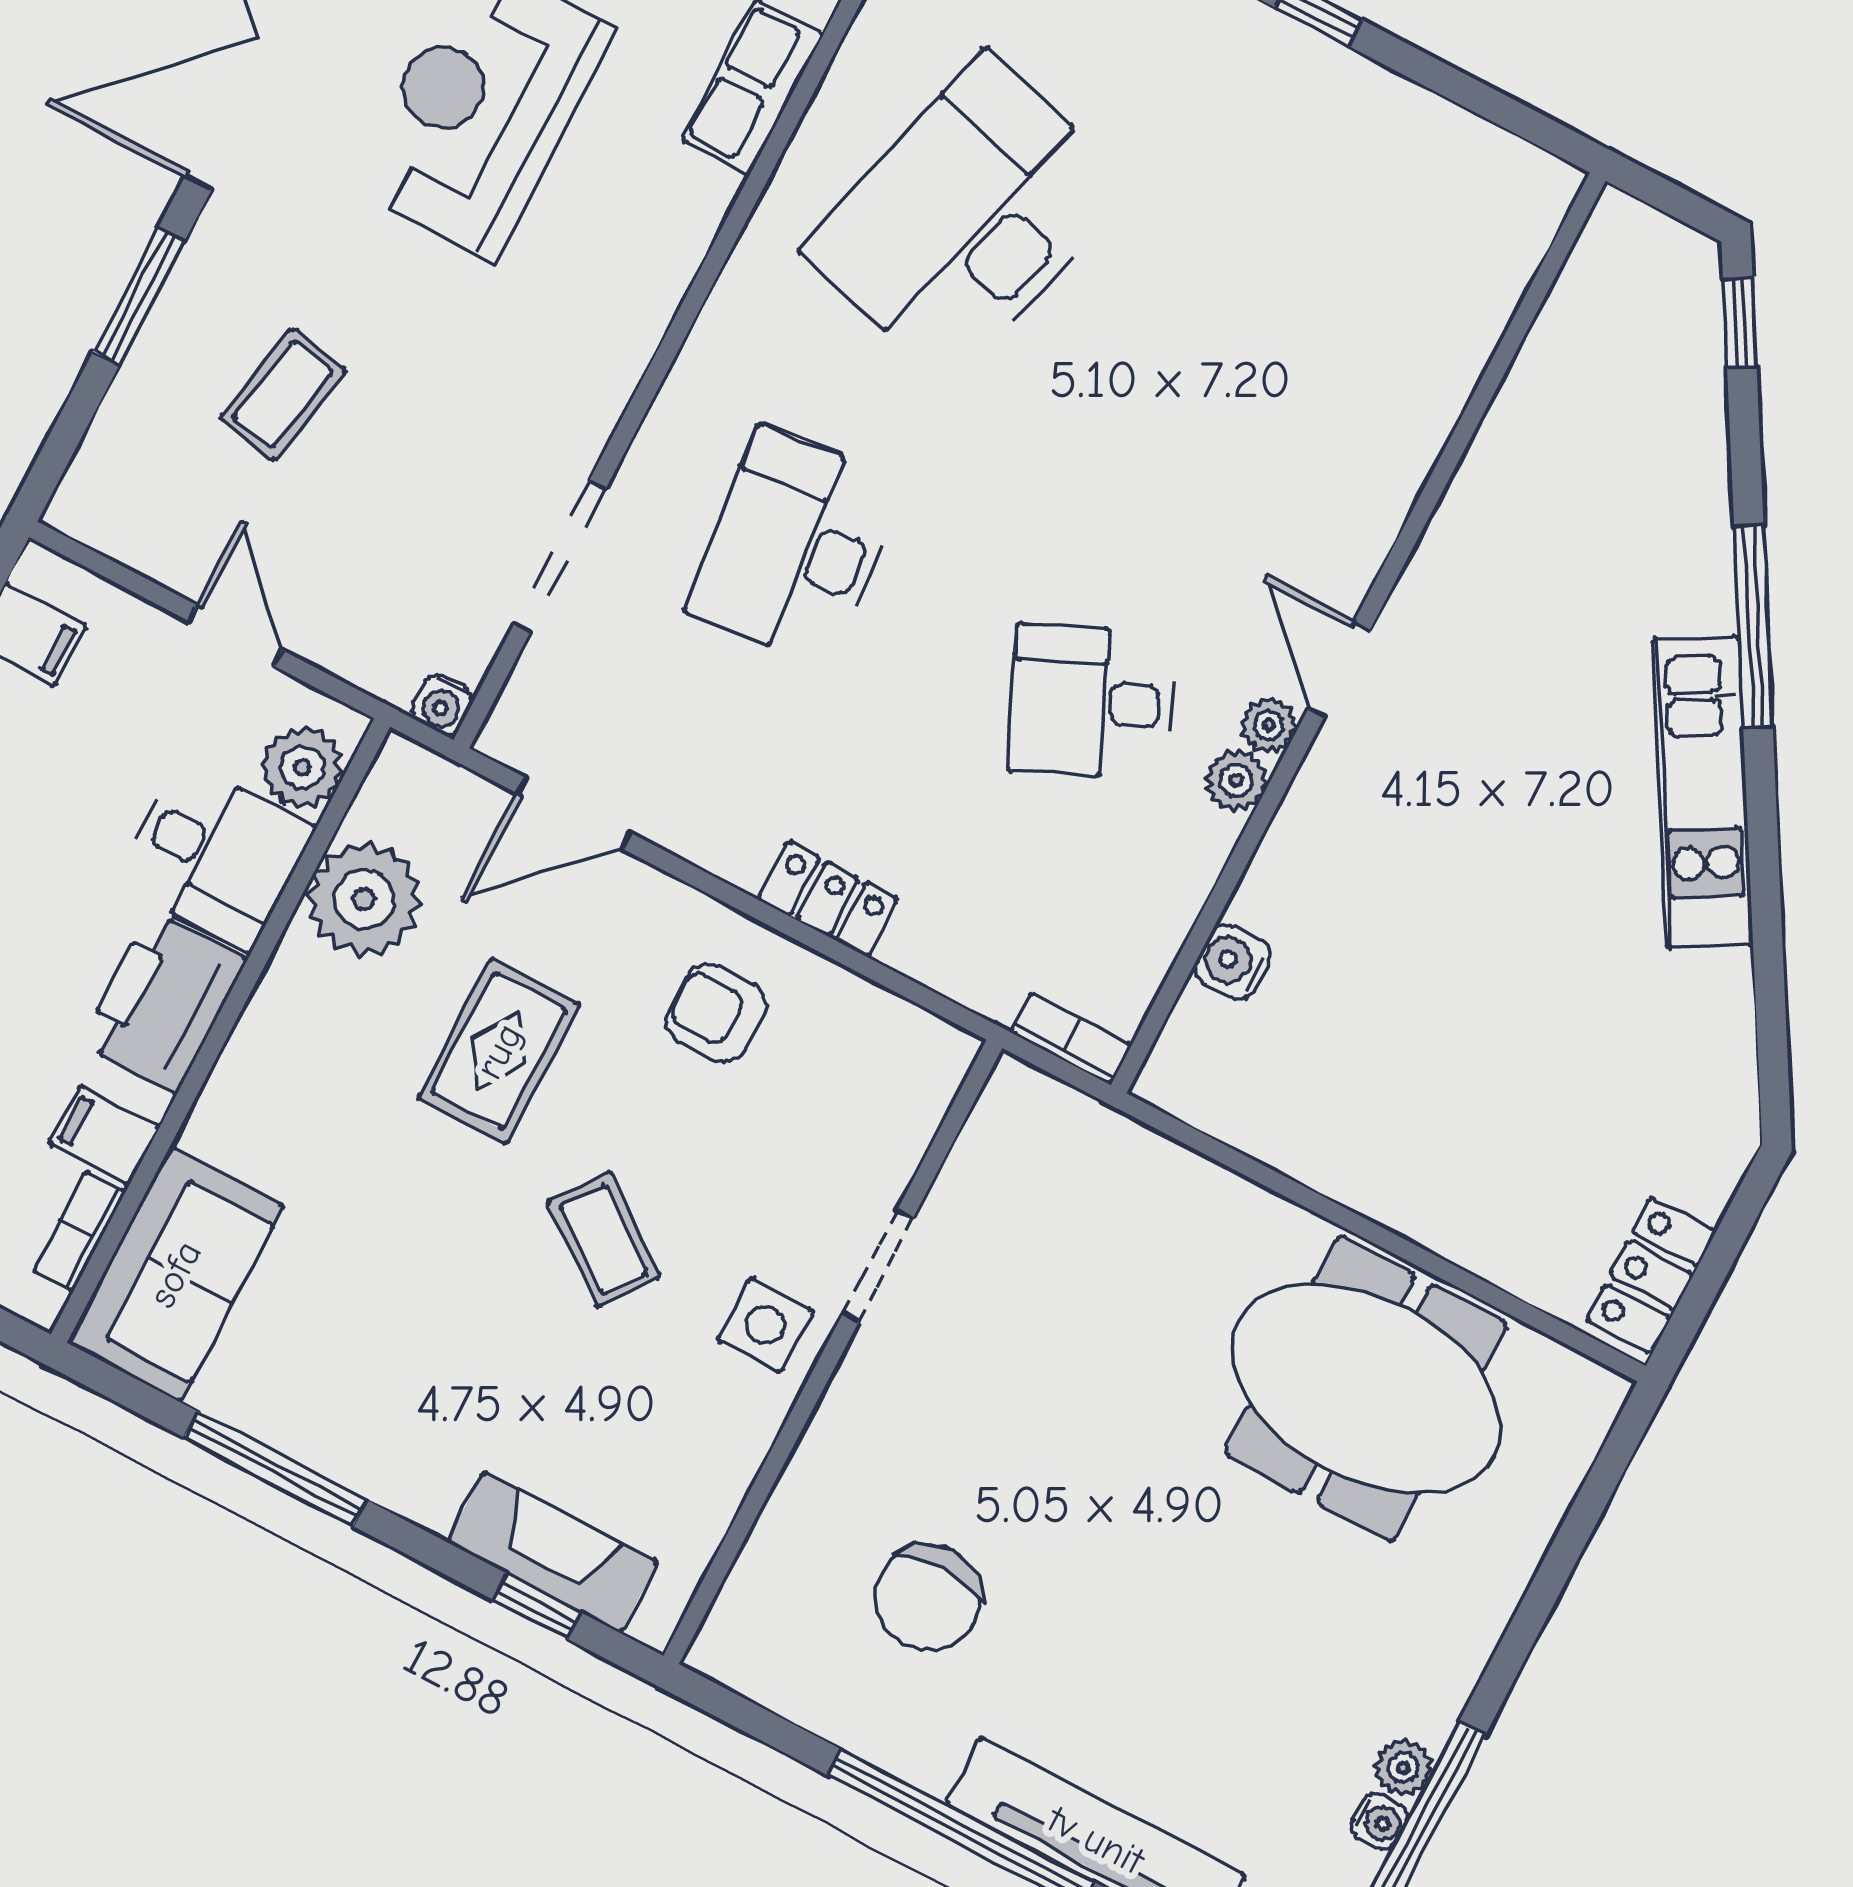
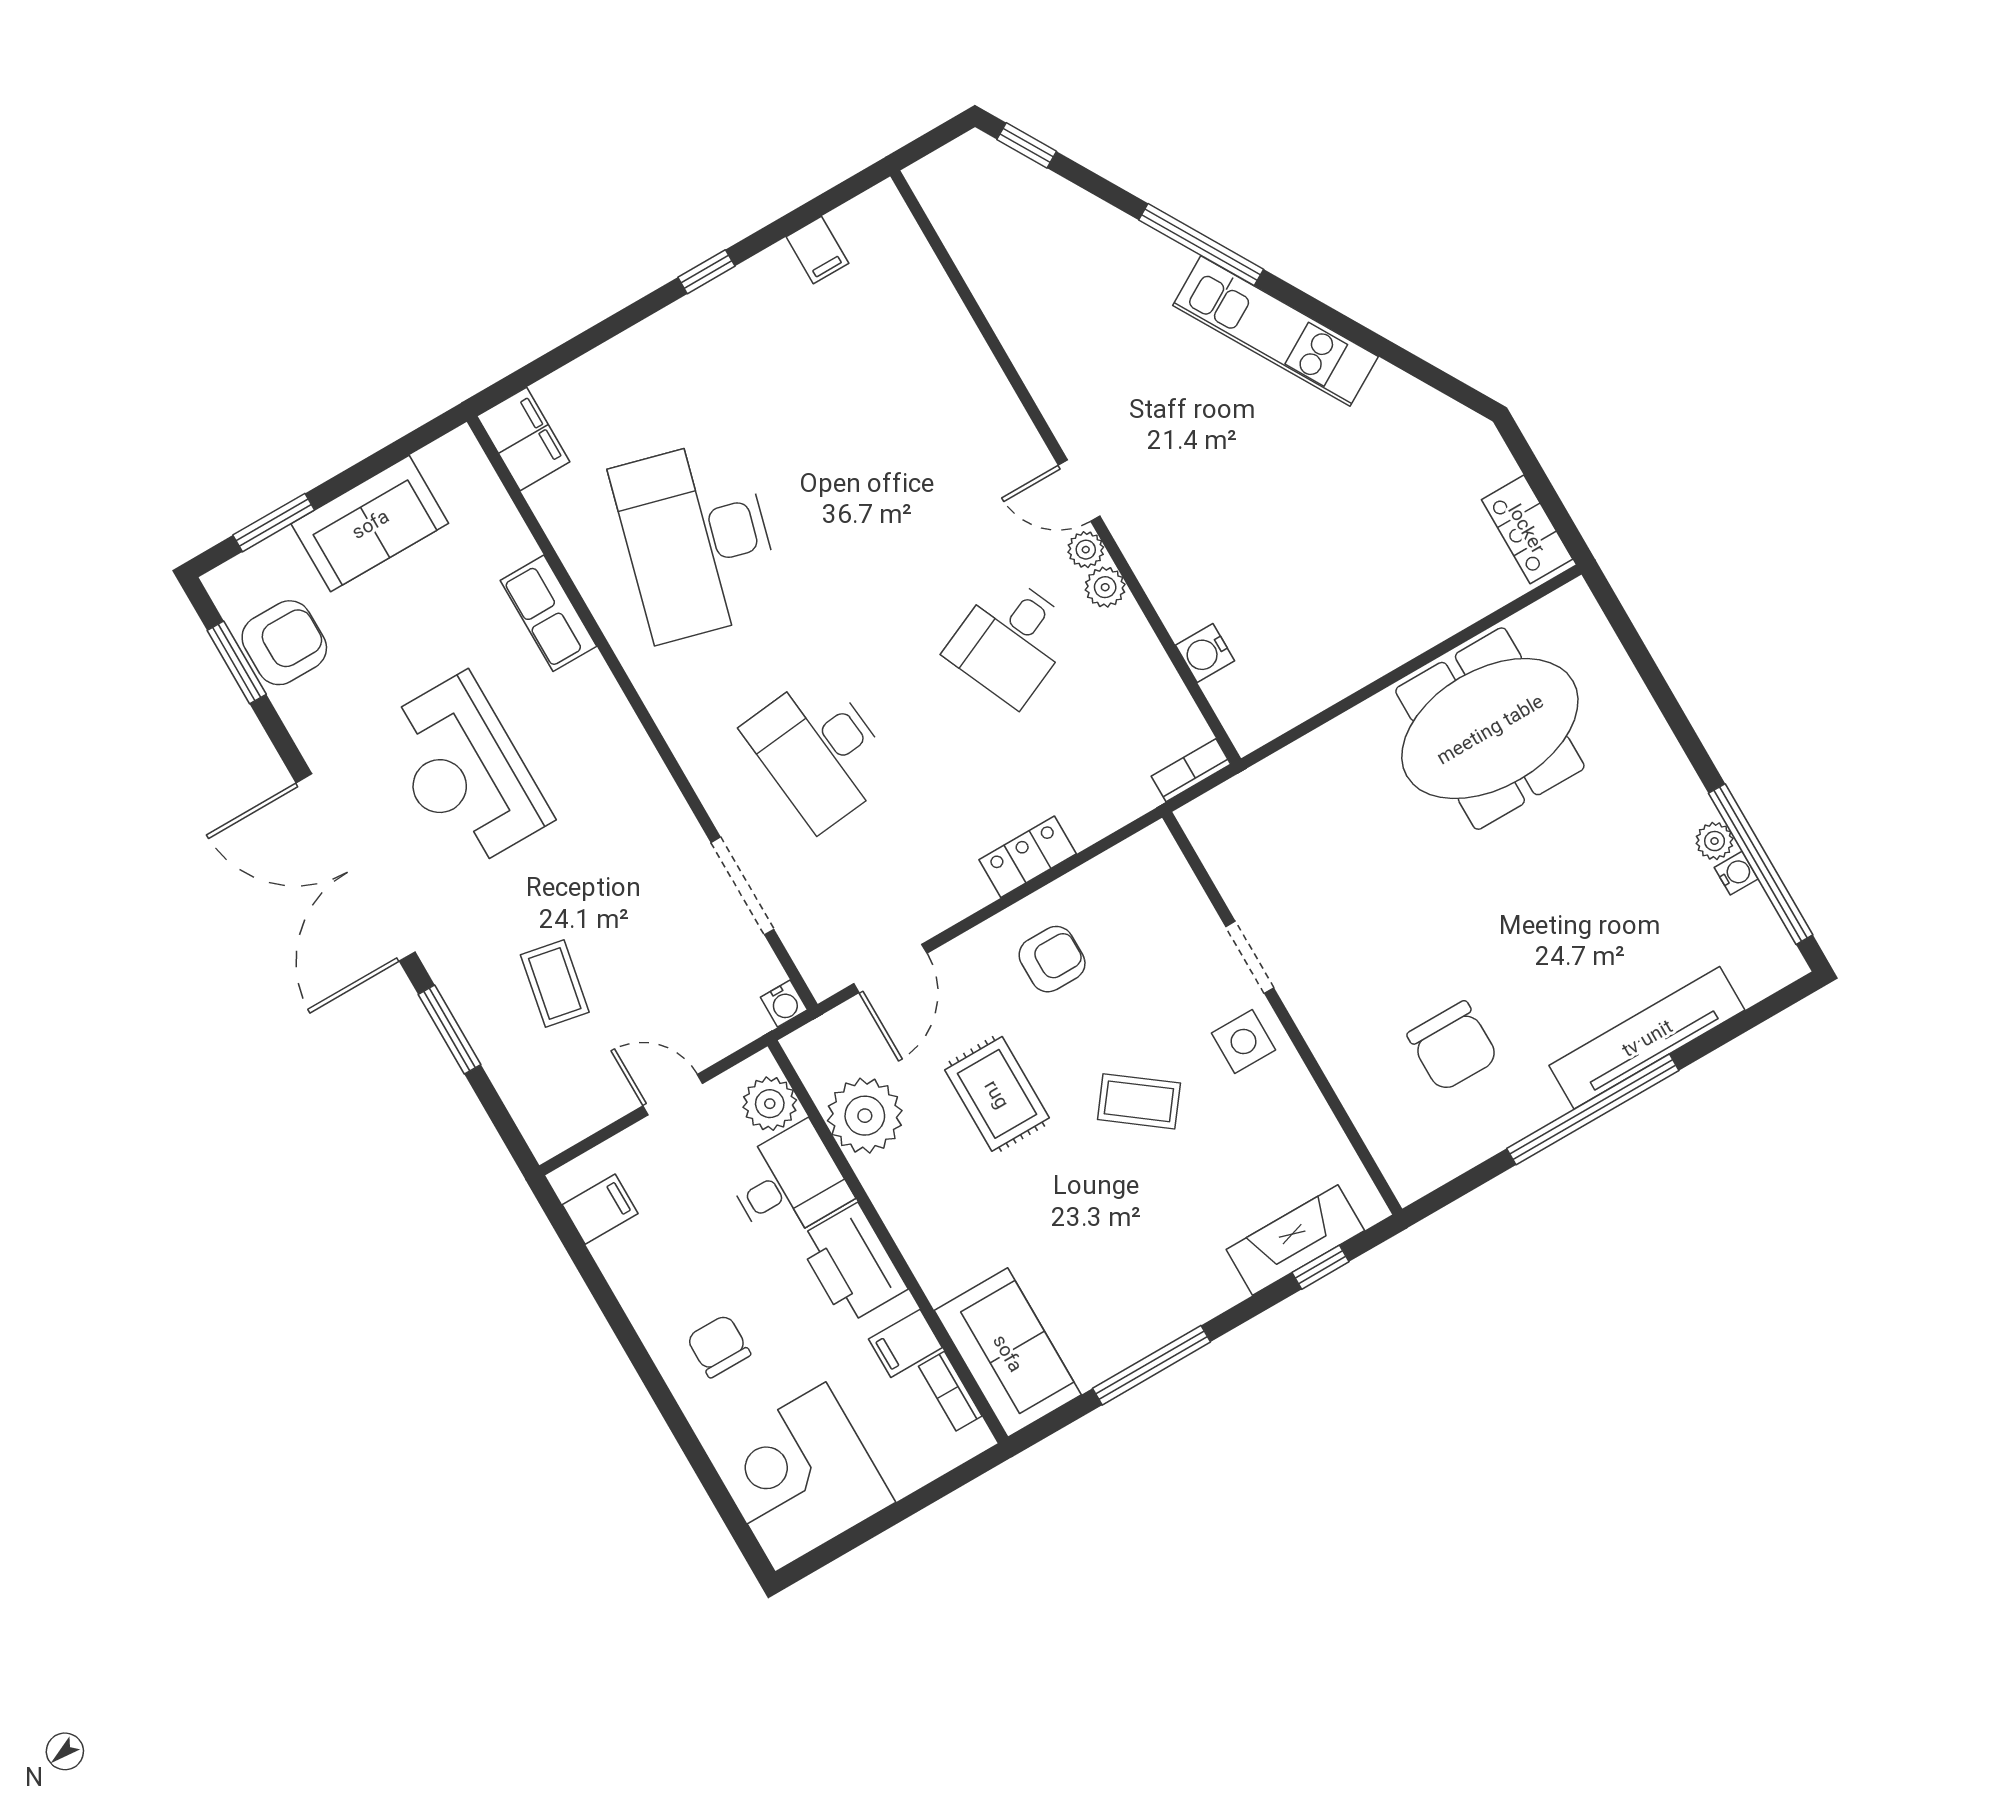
filing cabinet: (1436, 139) -> (817, 250), added
armchair: (716, 1013) -> (1052, 959), turned 180

